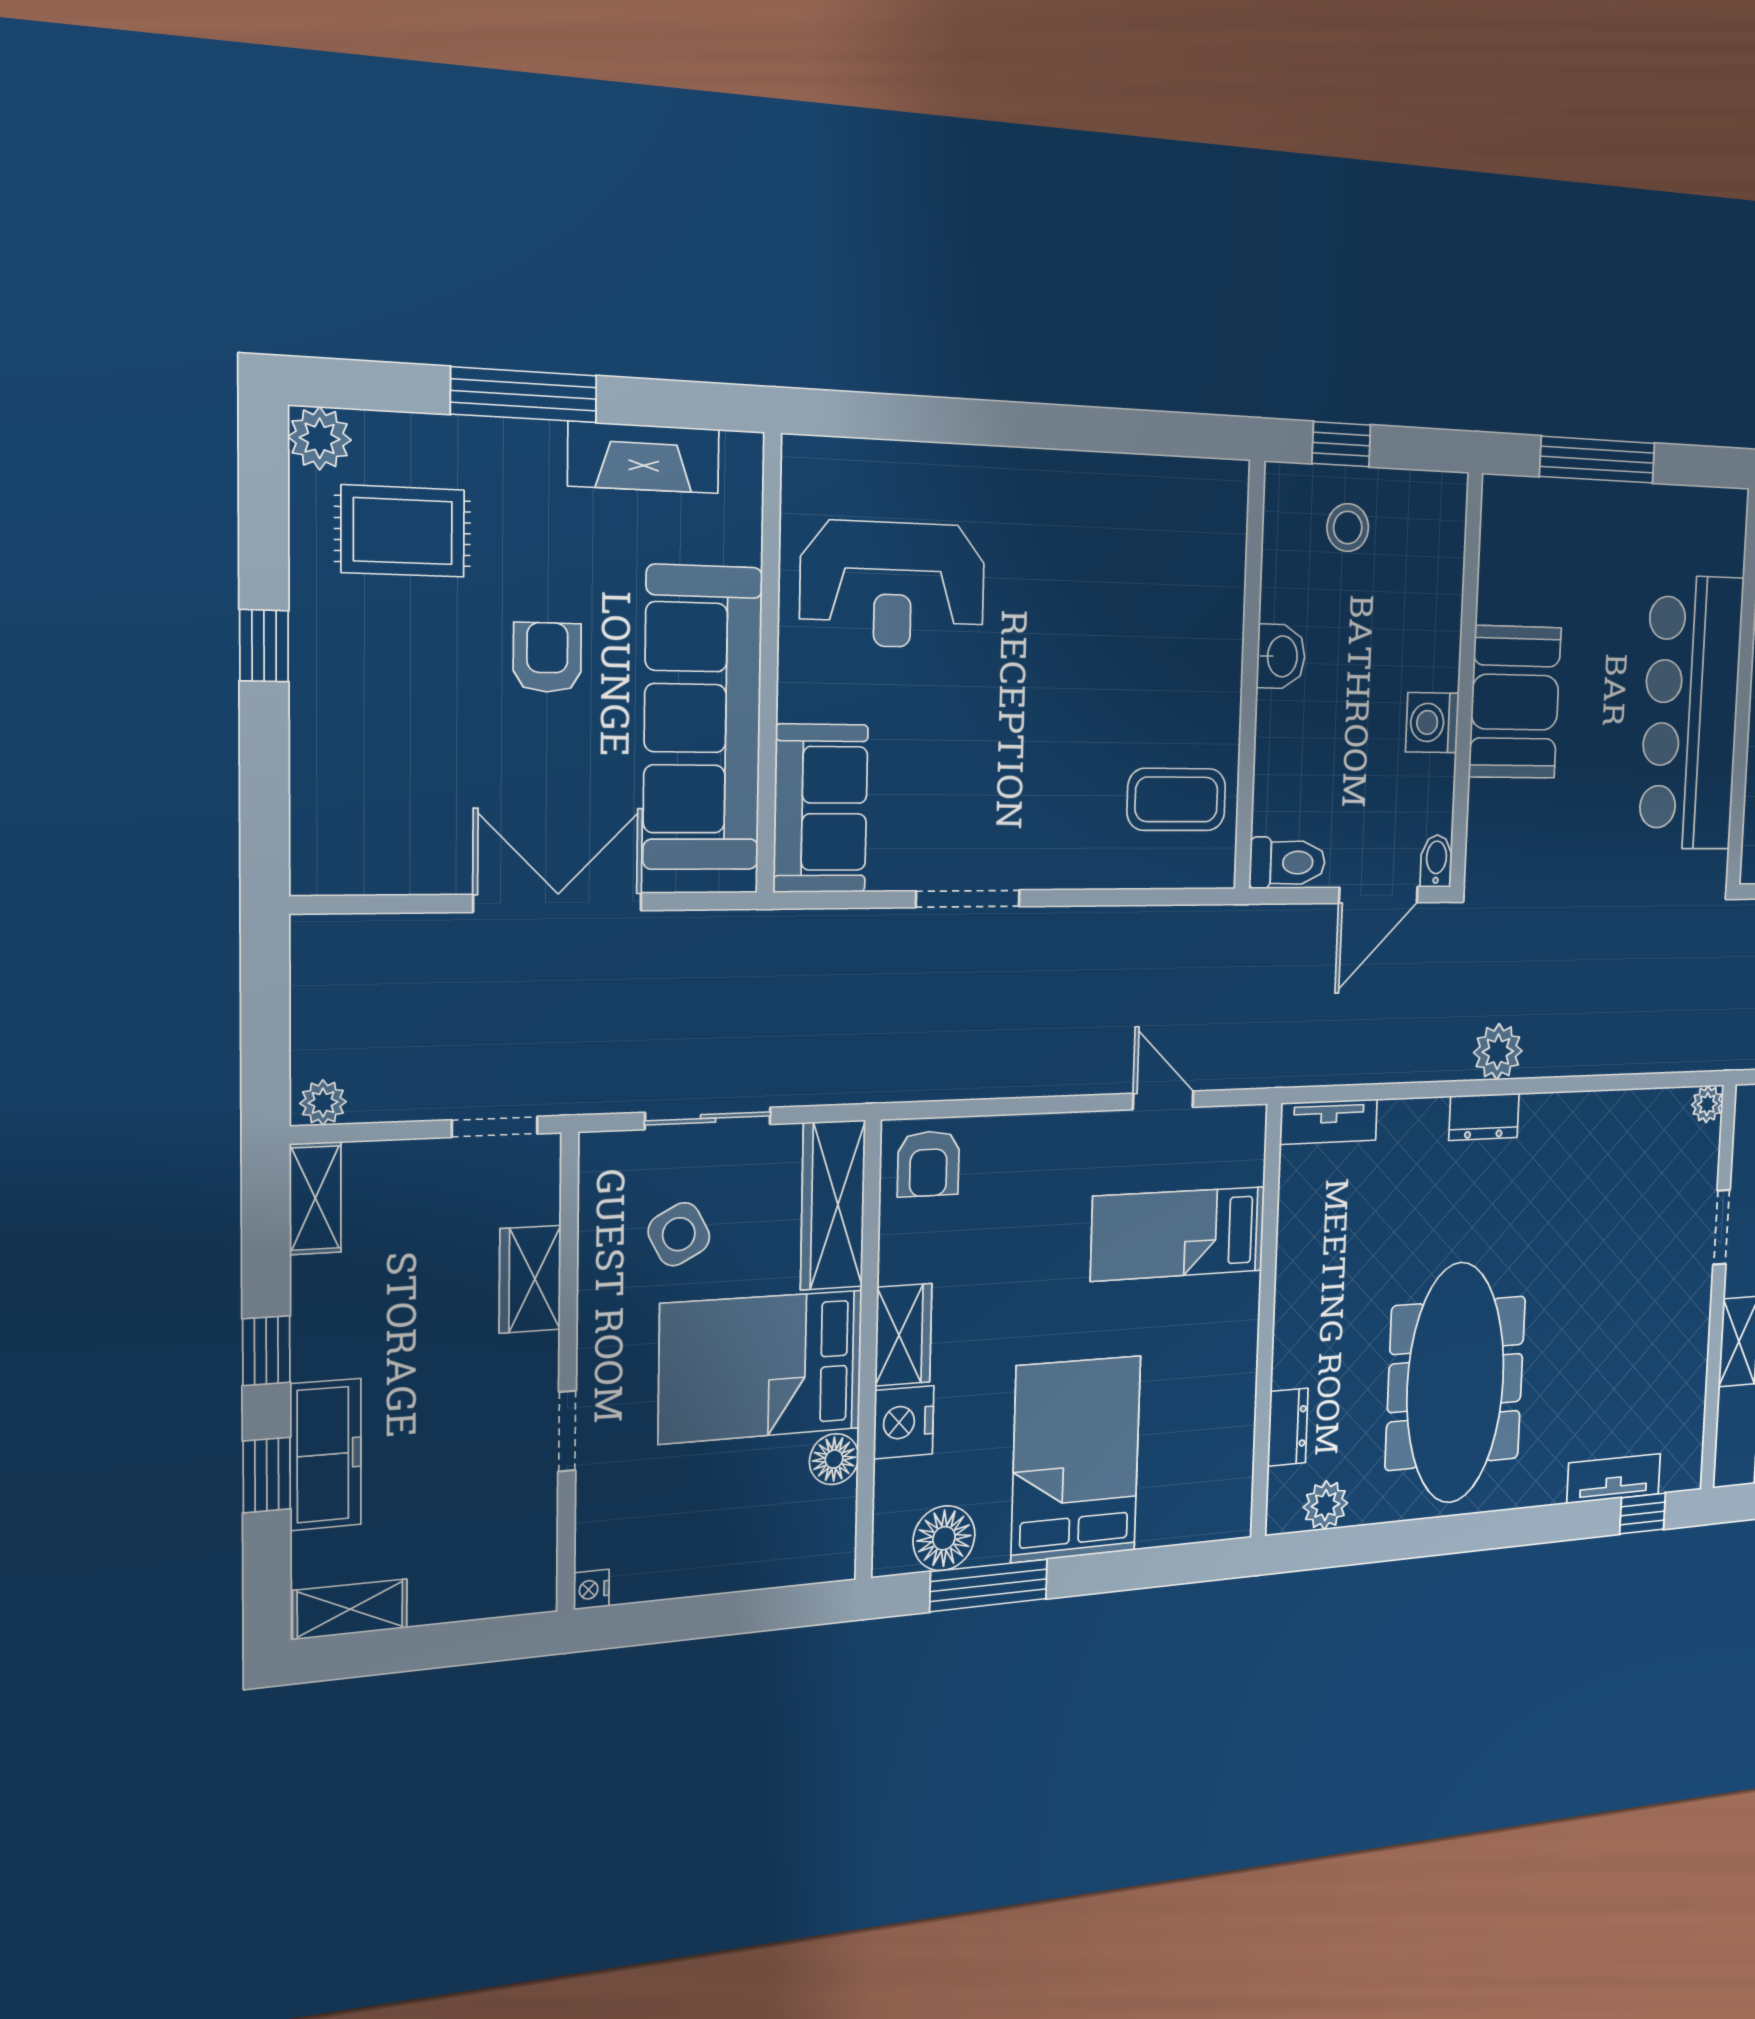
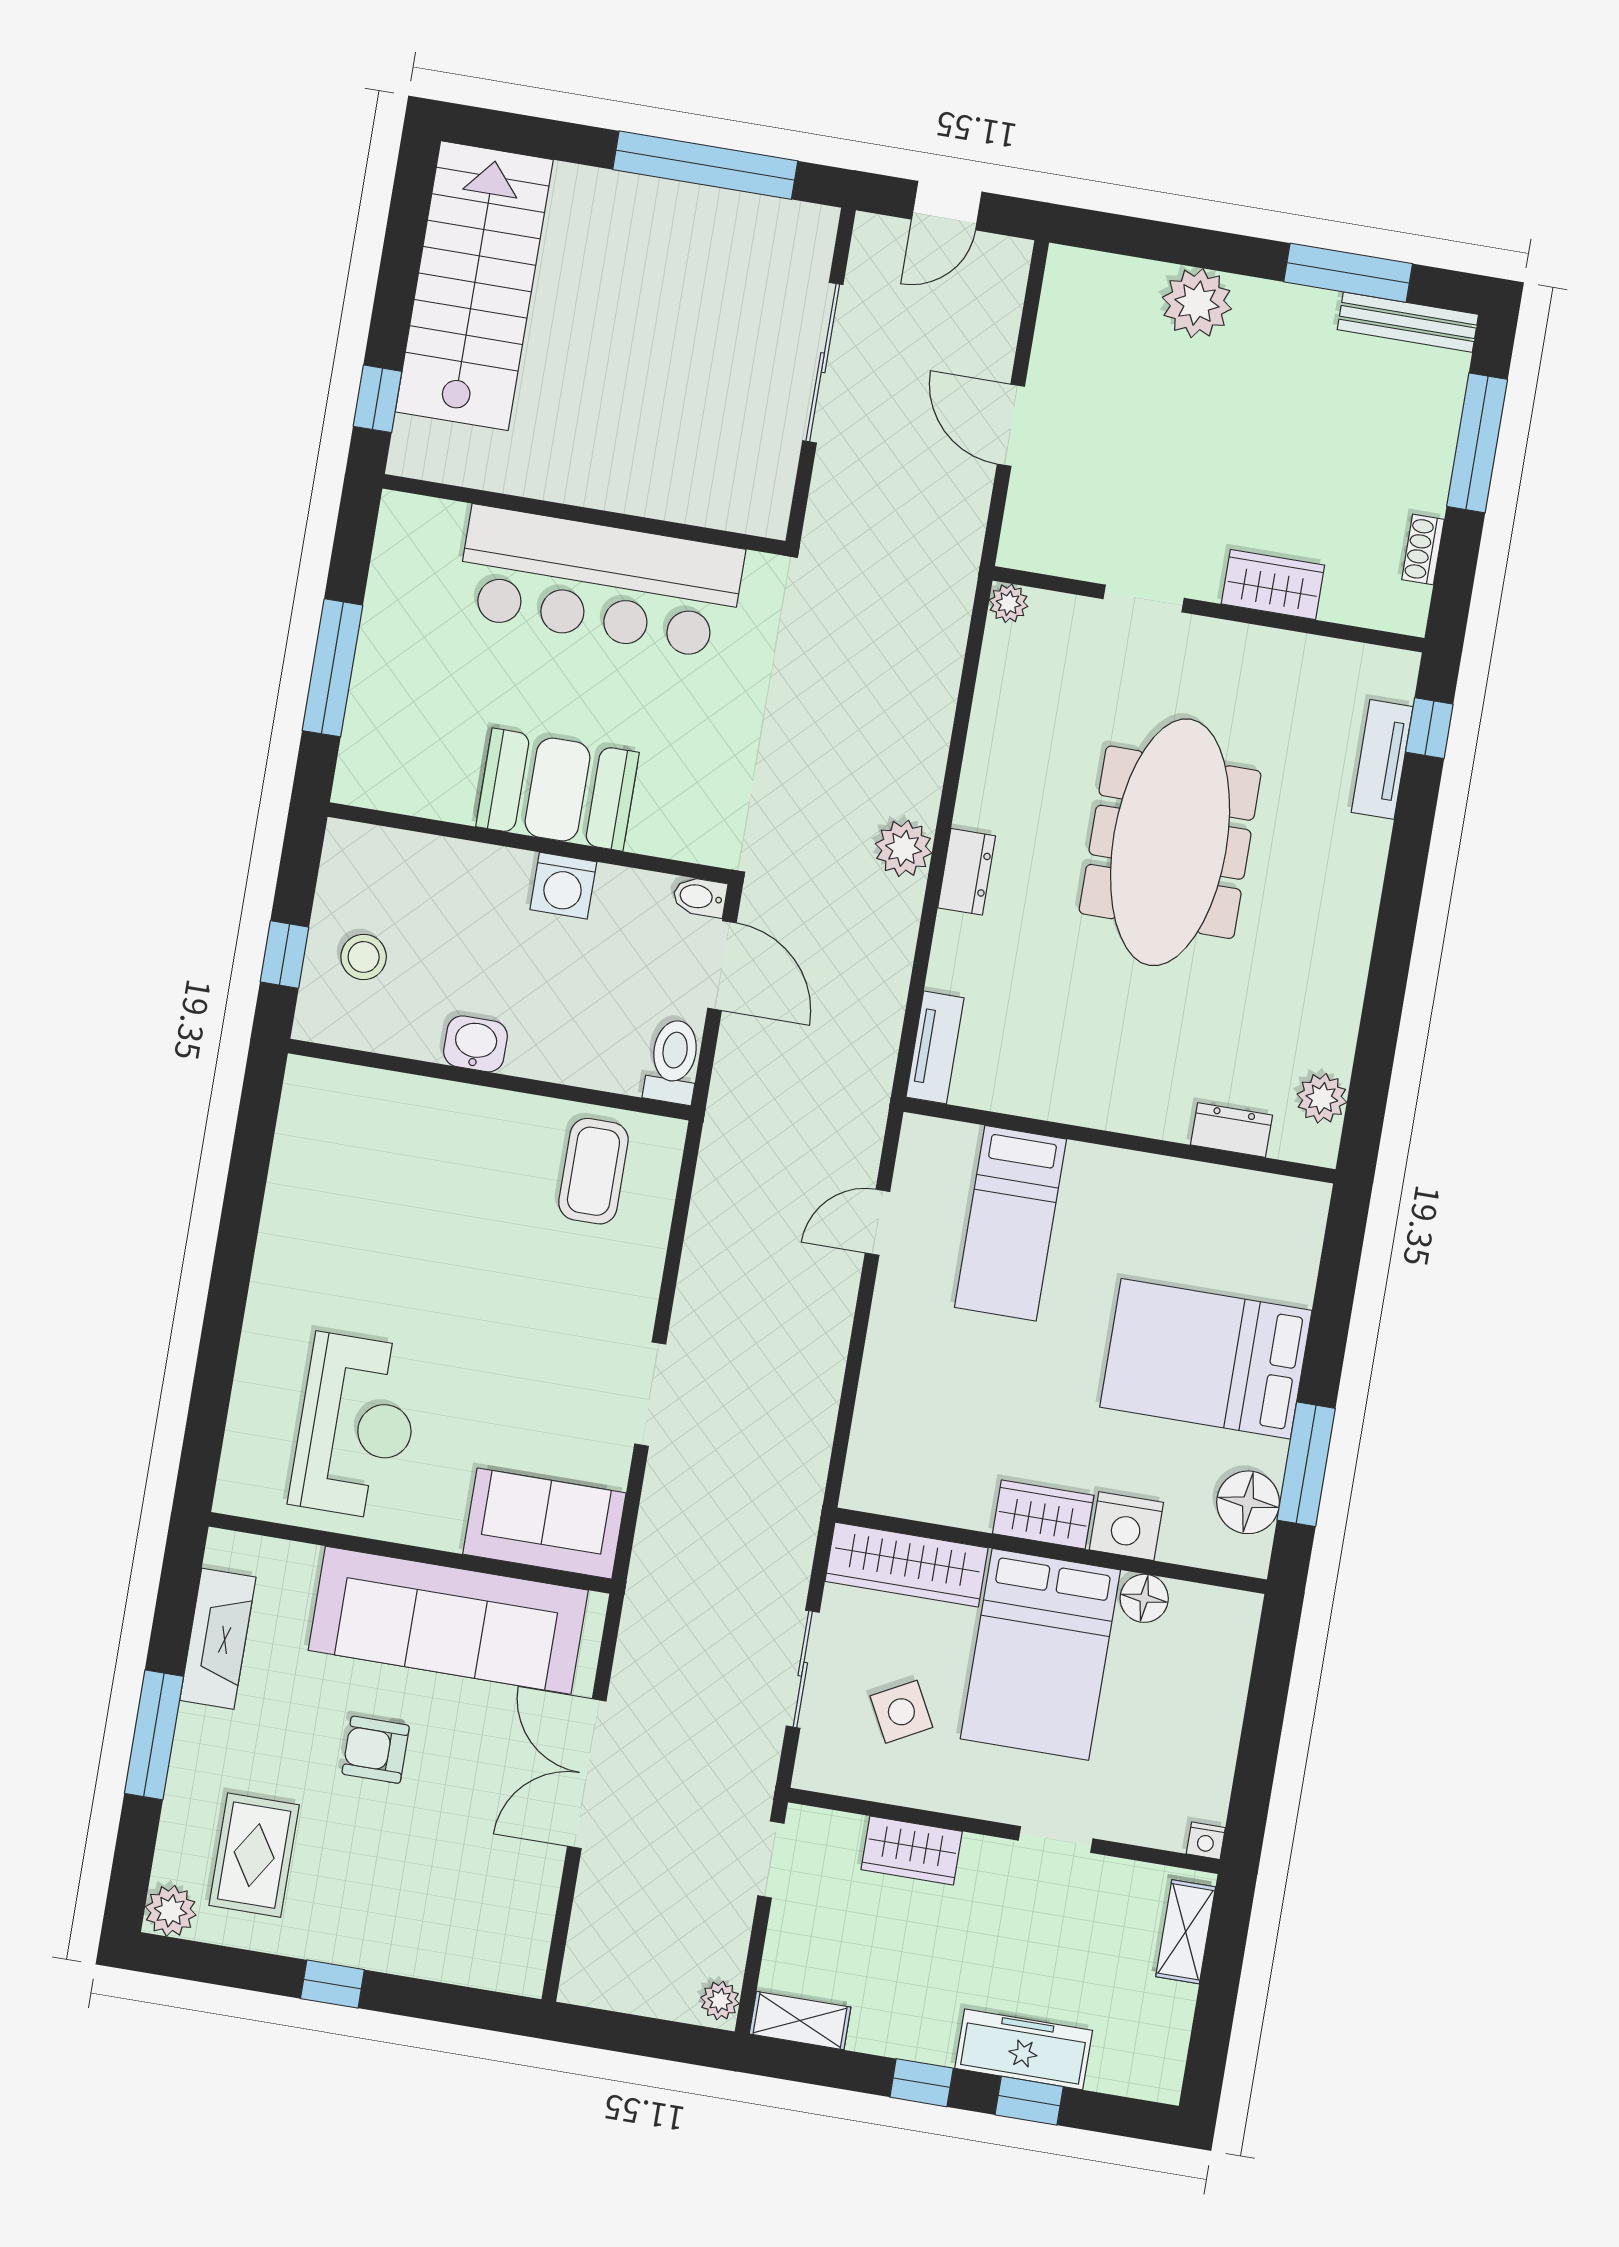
armchair: (928, 1164) -> (888, 1467), removed
meeting table: (1455, 1383) -> (1170, 842), moved, turned 90
shelving: (350, 1609) -> (1186, 1932), moved

